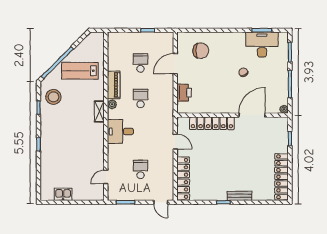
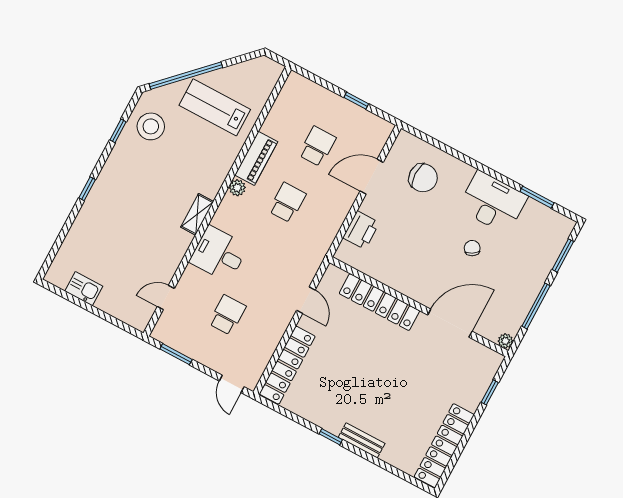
desk: (262, 45) -> (493, 202), moved
shelving: (99, 111) -> (197, 214), moved
desk: (120, 131) -> (219, 254), moved

